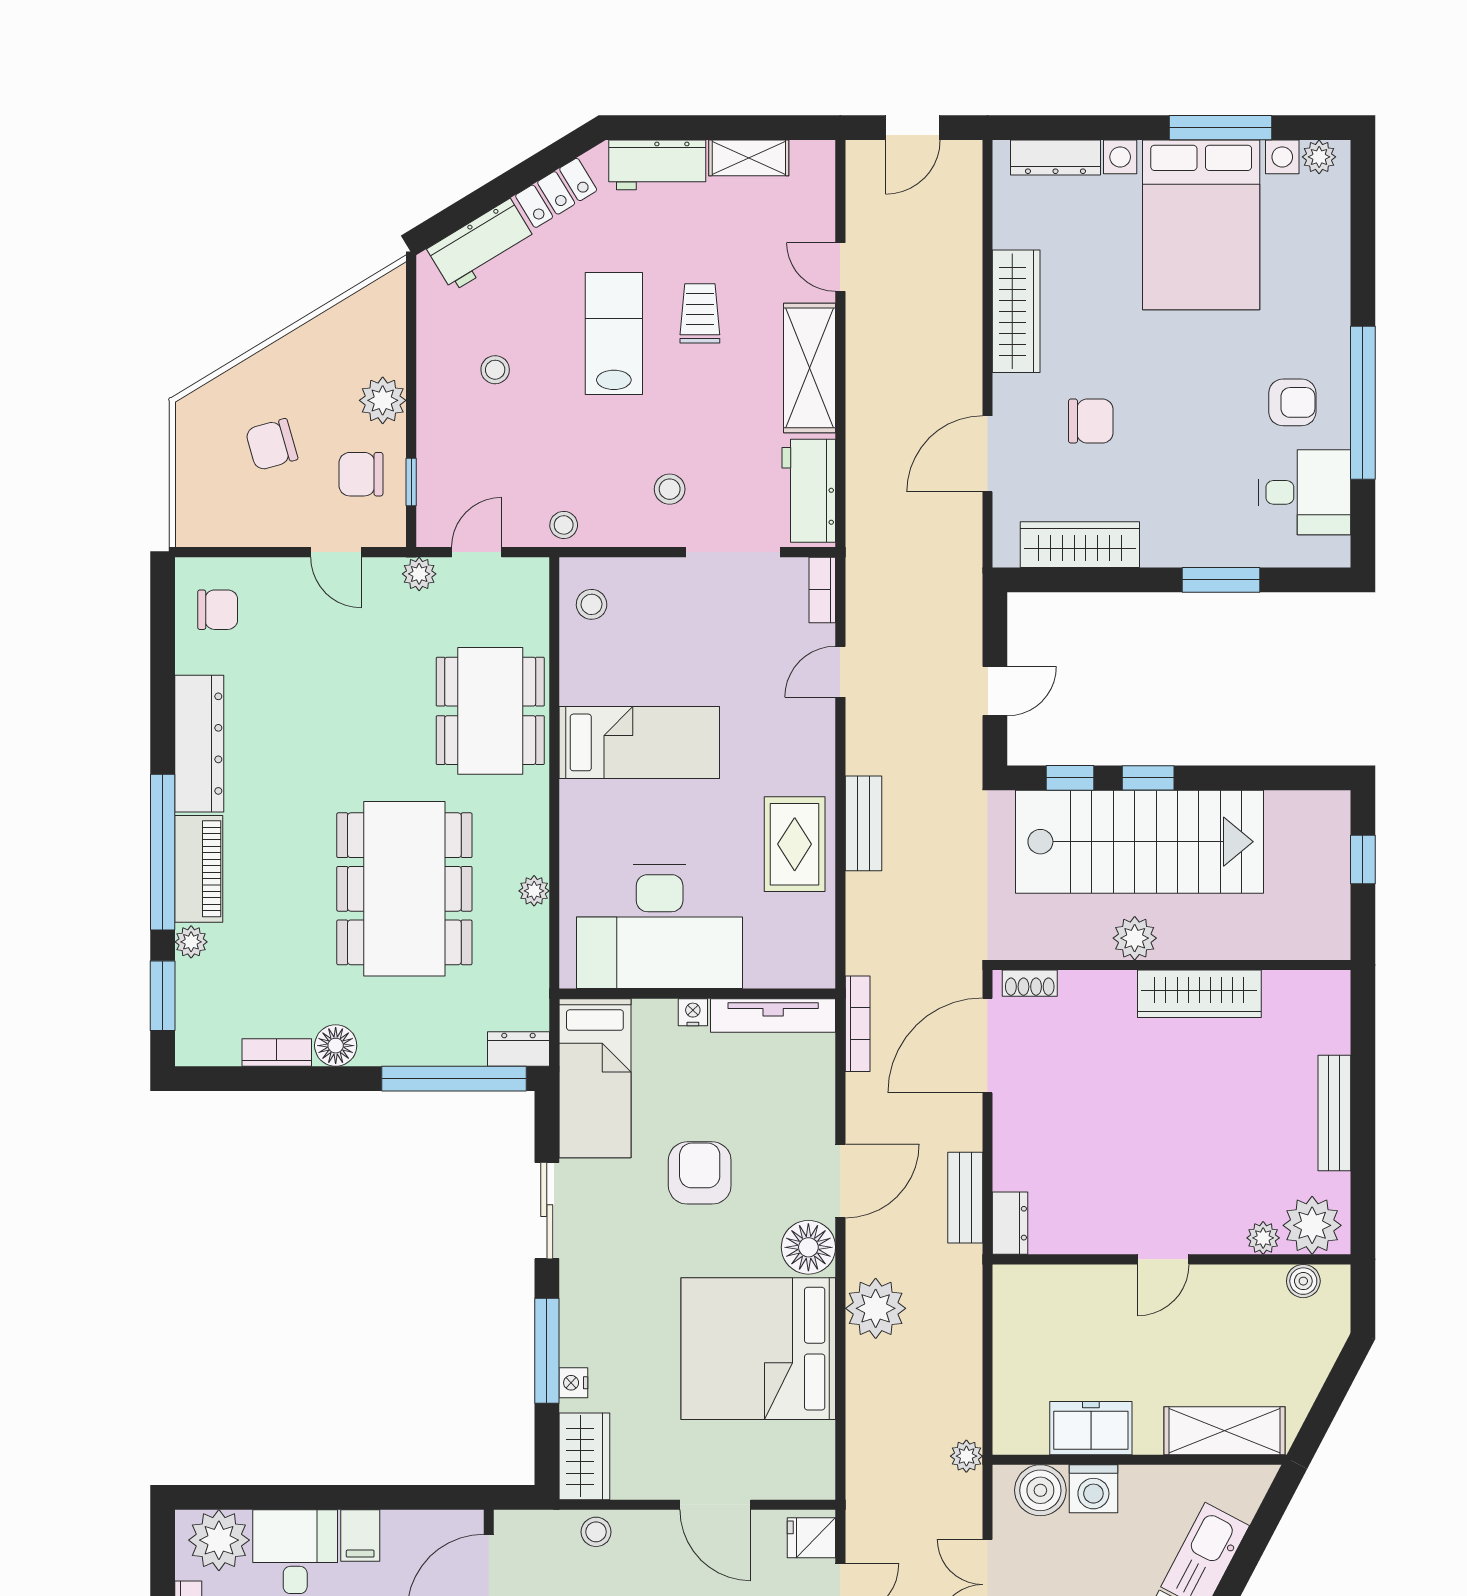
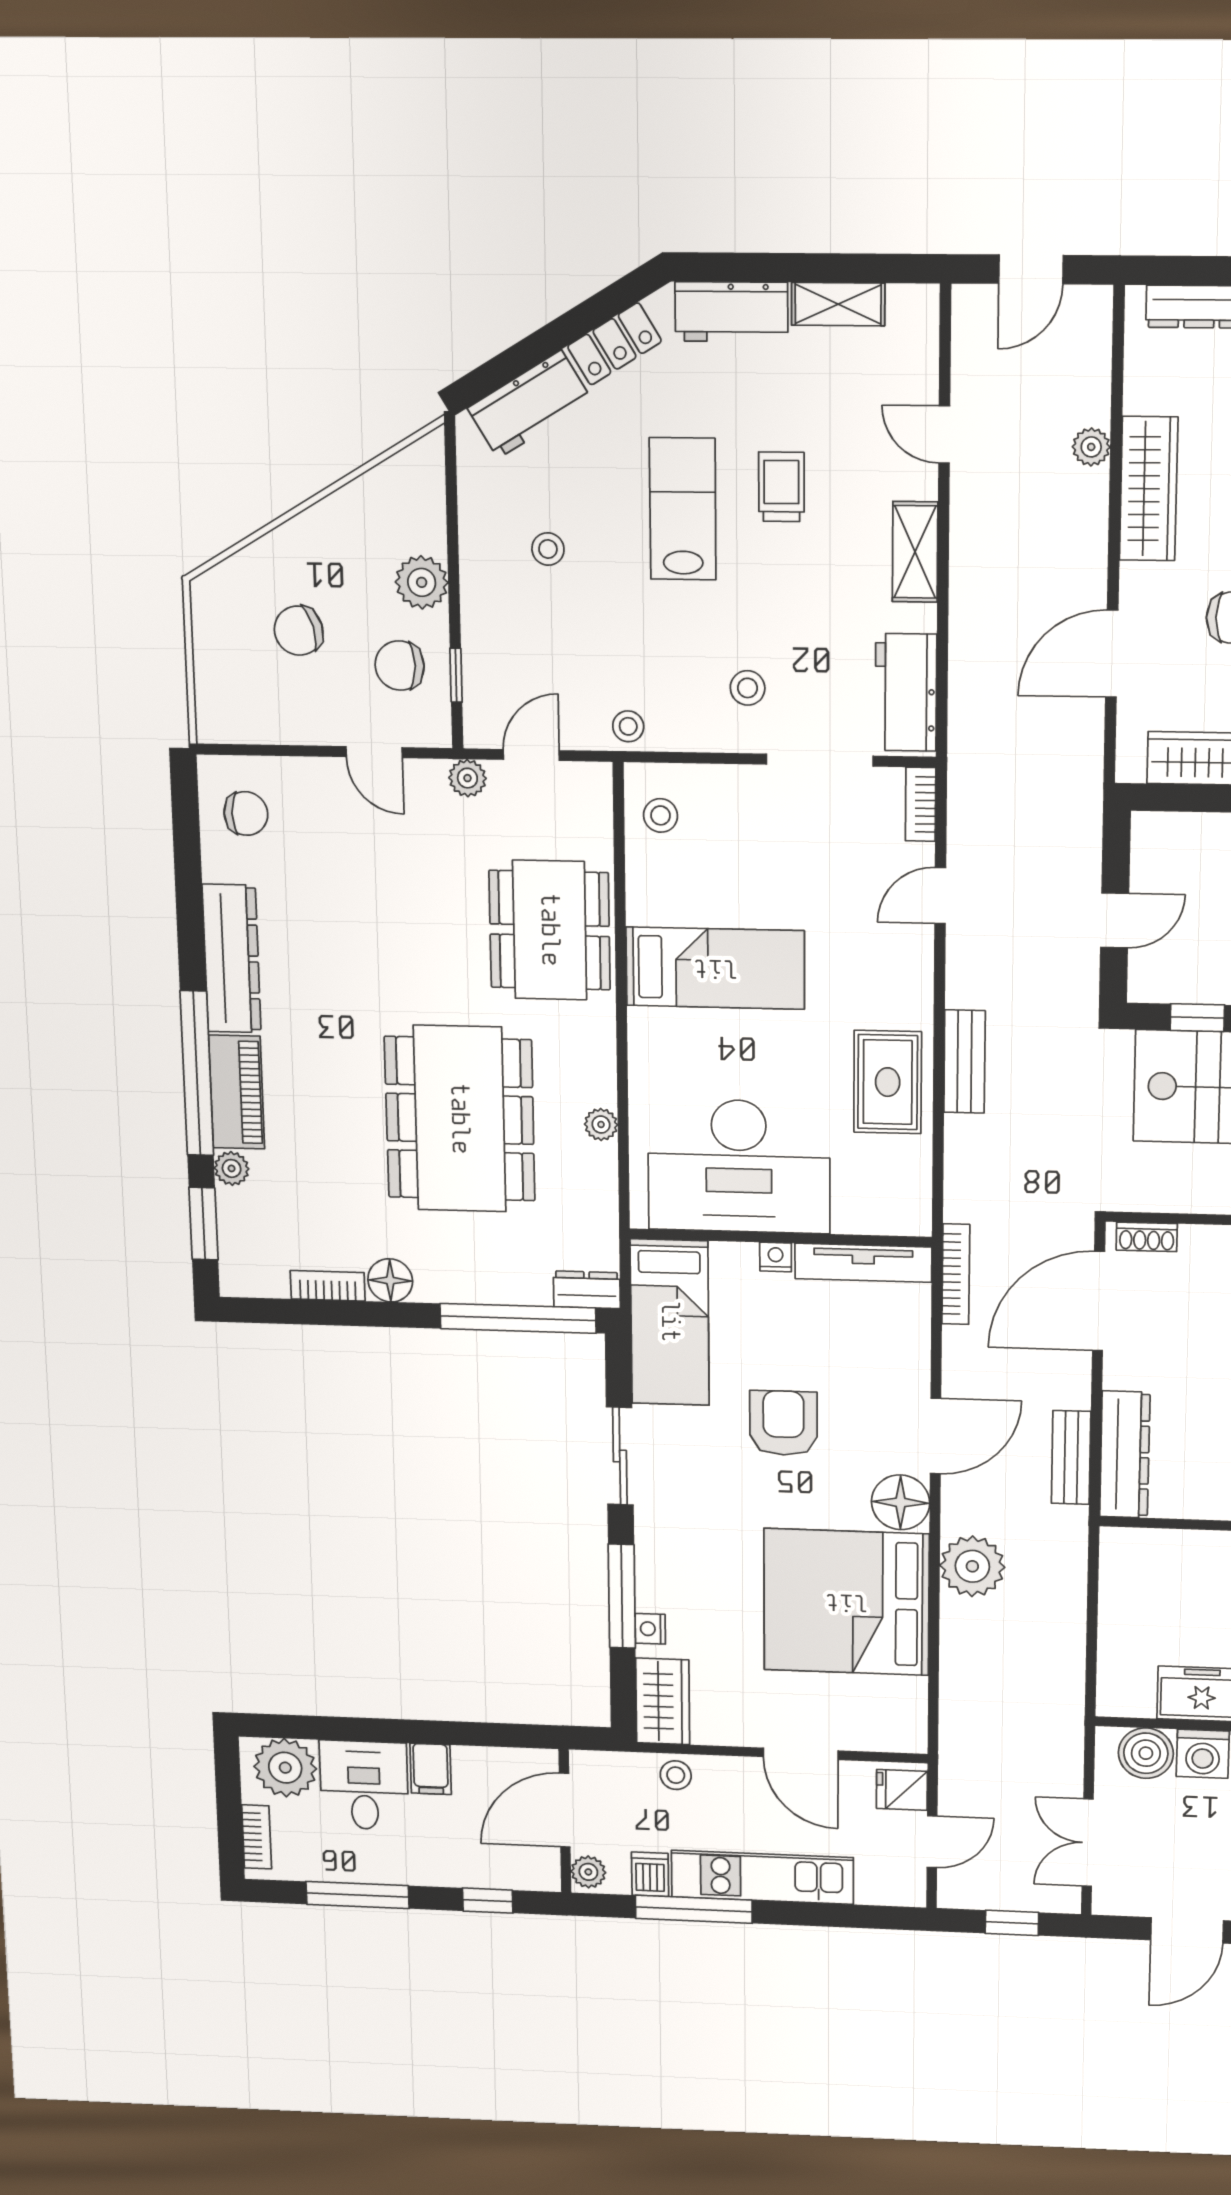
shelving: (810, 368) -> (915, 552), width x0.67, depth x0.75
dresser: (1010, 1223) -> (1125, 1455), width x1.96, depth x1.24
plant: (966, 1456) -> (1091, 447), moved

